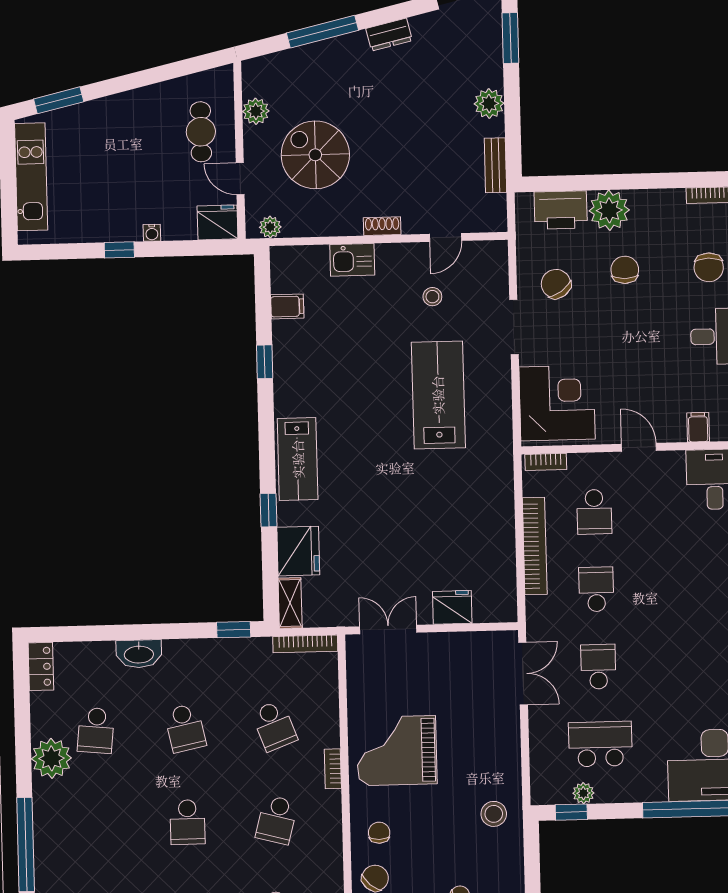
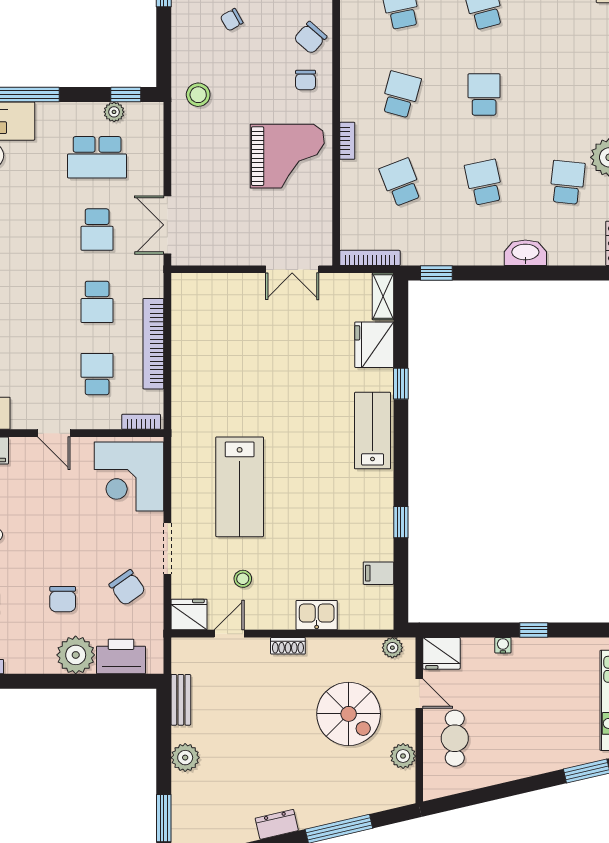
fridge: (452, 607) -> (189, 615), moved, turned 180

